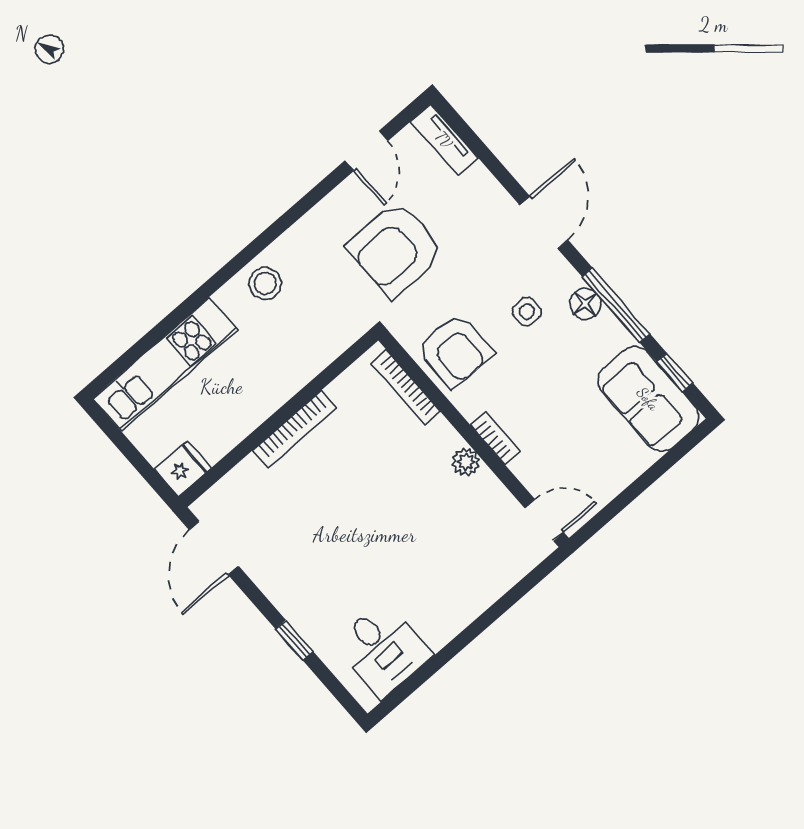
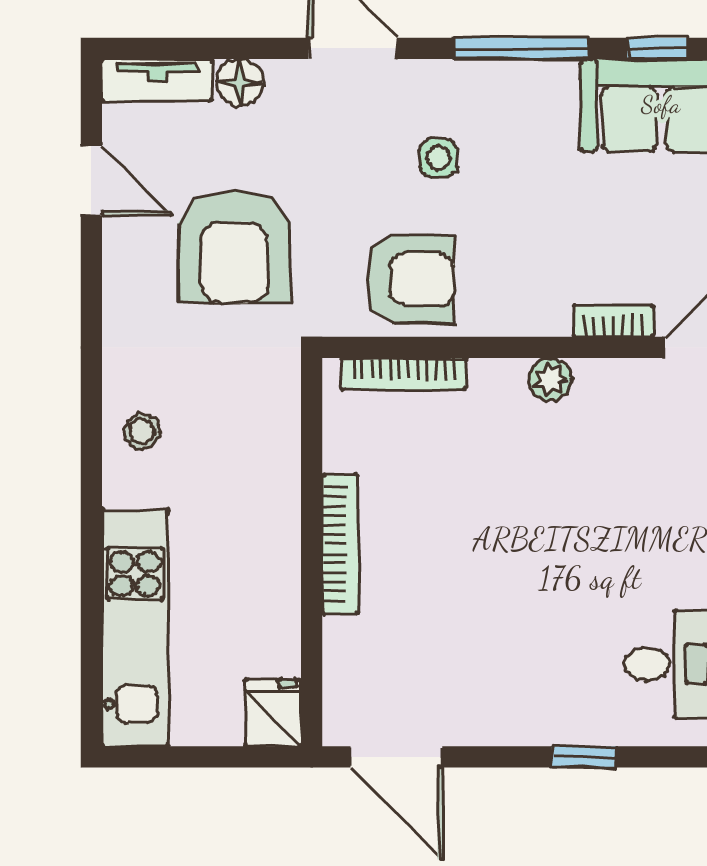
stool: (265, 283) -> (142, 431), width x0.73, depth x0.73
floor lamp: (585, 304) -> (240, 83), moved
bookcase: (495, 438) -> (614, 321), moved

